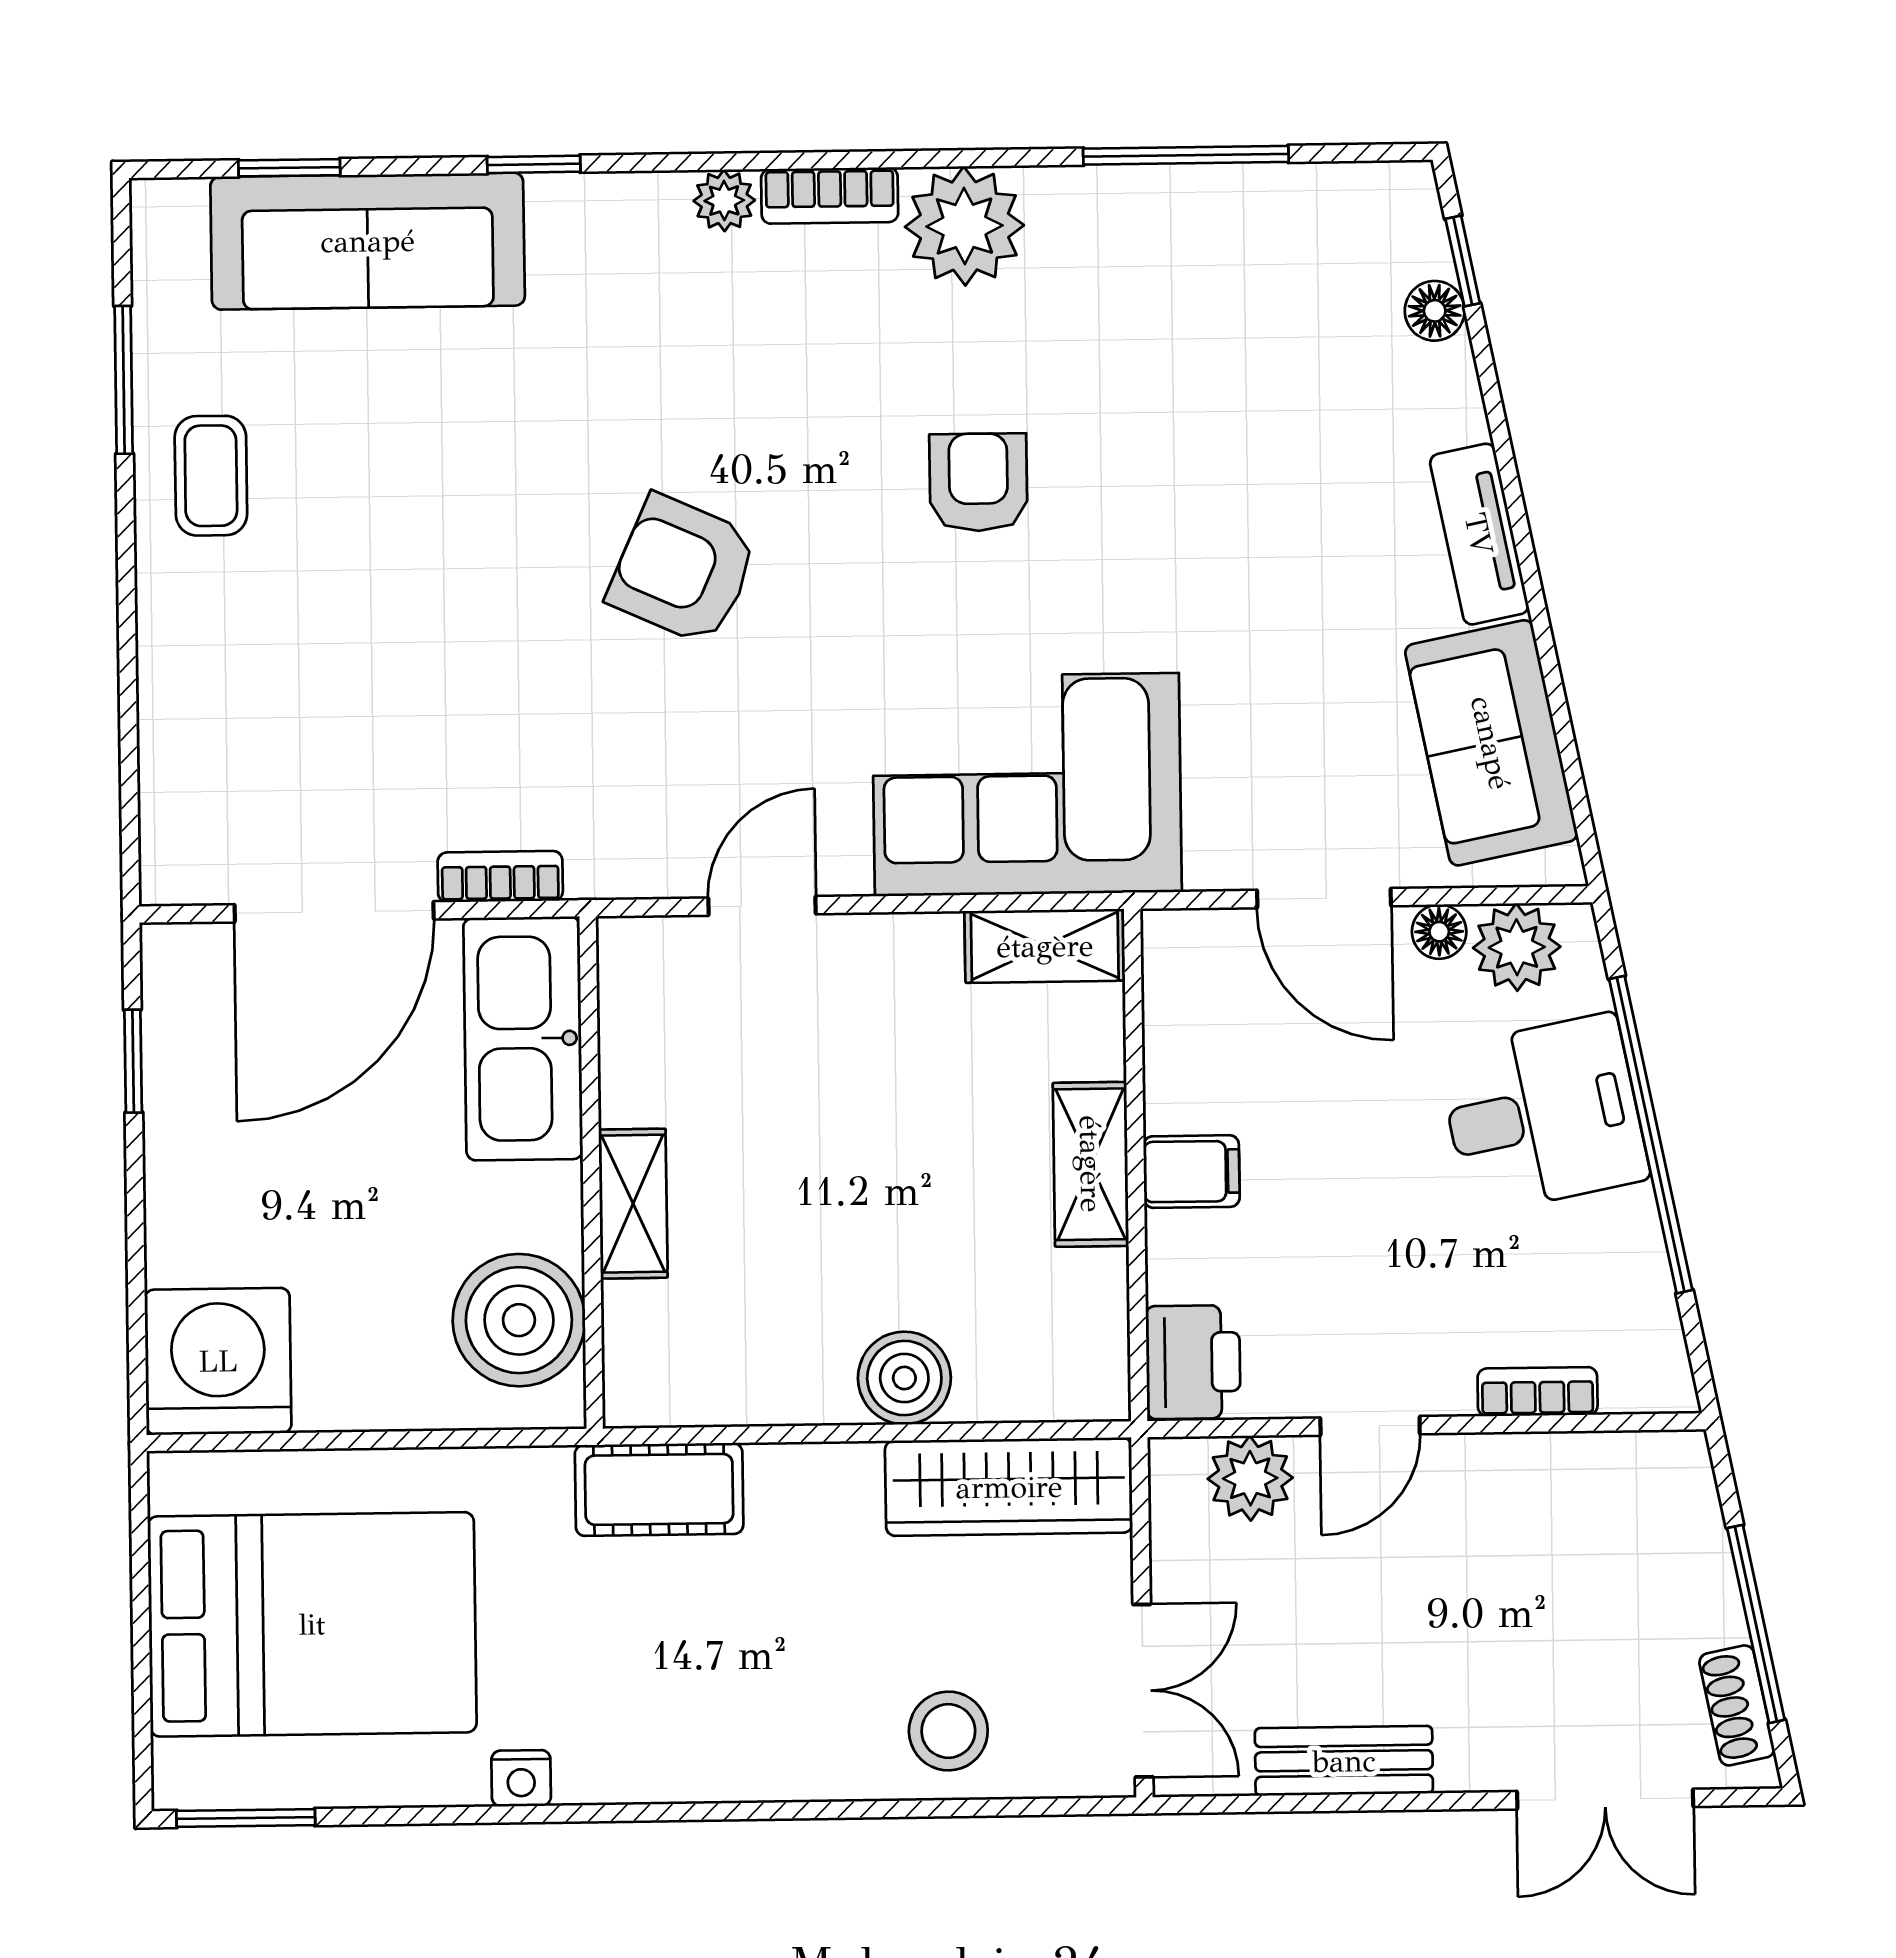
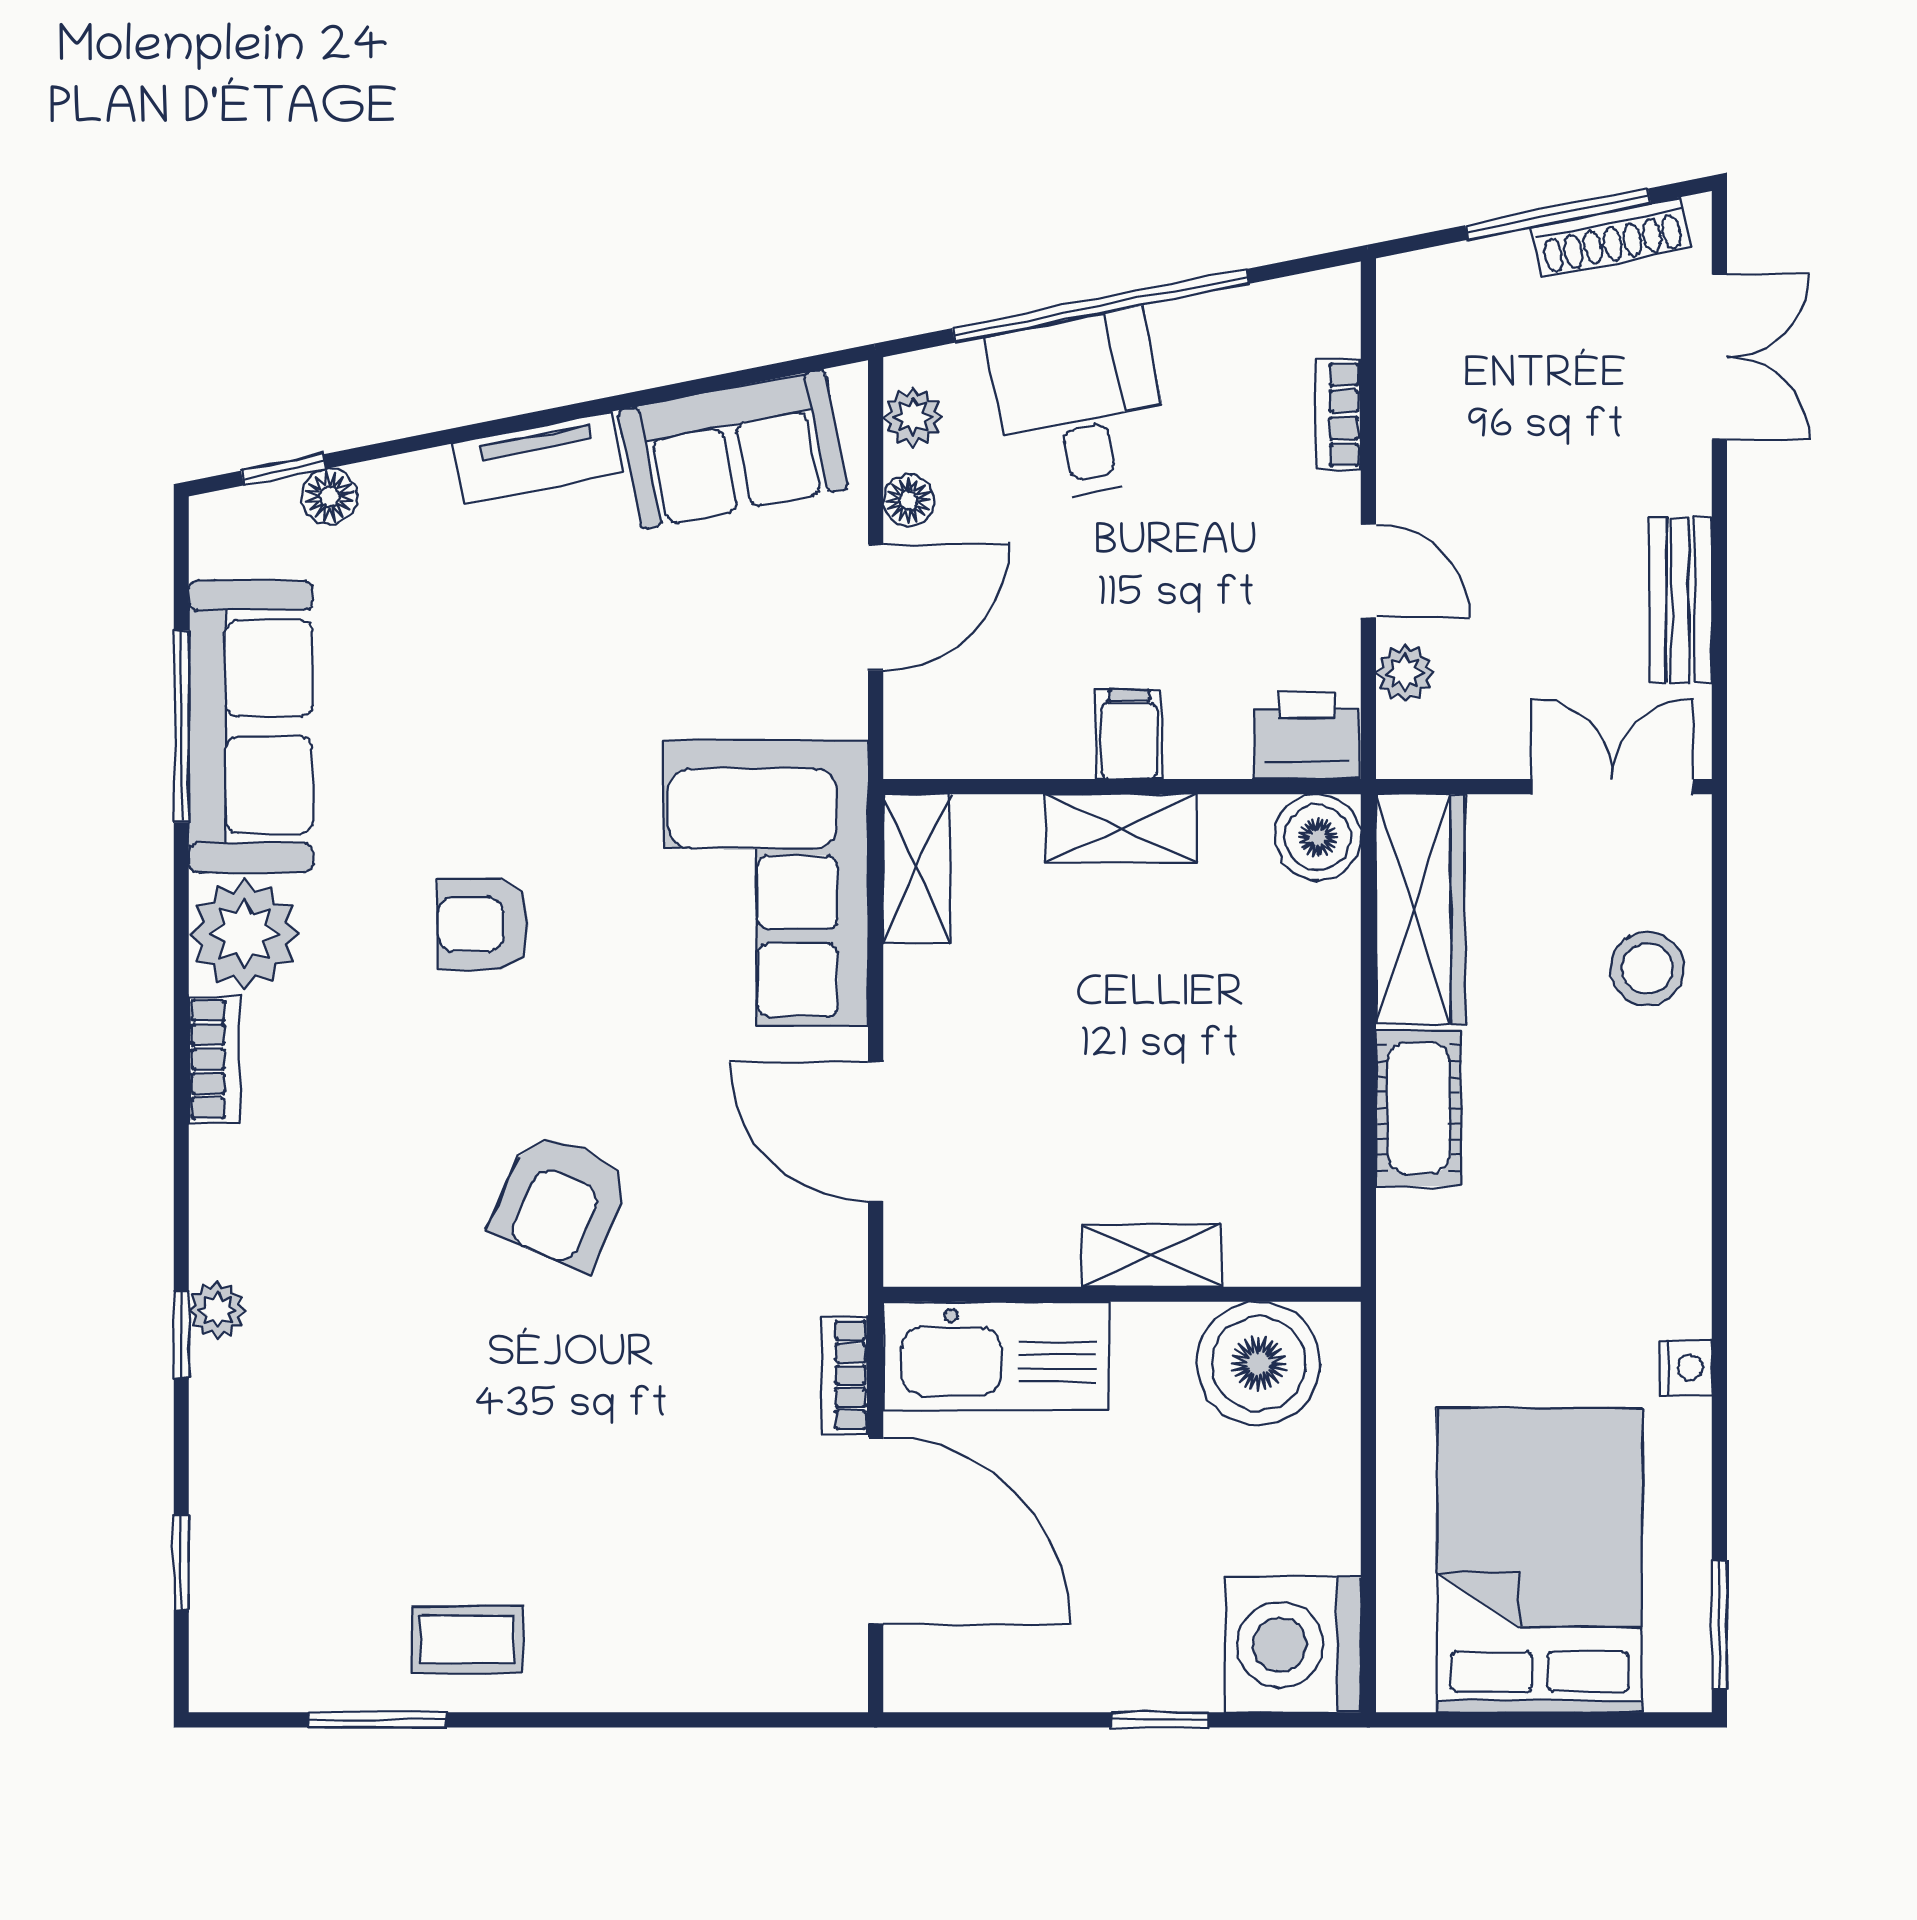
plant: (724, 201) -> (217, 1310), moved
sofa: (368, 241) -> (251, 726), moved
door: (762, 906) -> (876, 1131), width x1.37
plant: (1517, 947) -> (913, 417), width x0.73, depth x0.73
window: (133, 1061) -> (1160, 1720), moved
boiler: (904, 1378) -> (1318, 837), moved
plant: (1250, 1478) -> (1405, 673), width x0.73, depth x0.73
cot: (659, 1489) -> (1418, 1108), moved
shoe rack: (1737, 1705) -> (1611, 237), width x1.43

